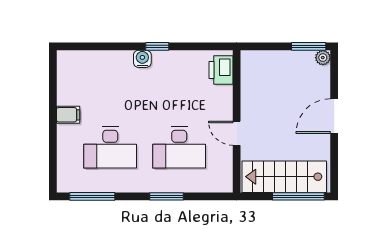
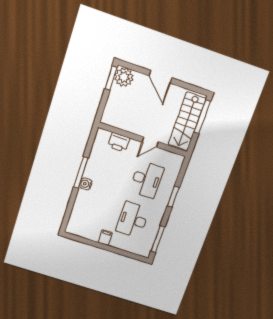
window: (157, 46) -> (81, 173), width x2.17
plant: (323, 58) -> (124, 77), width x1.87, depth x1.87
printer: (221, 70) -> (119, 142), moved
desk: (110, 147) -> (133, 220), turned 180

